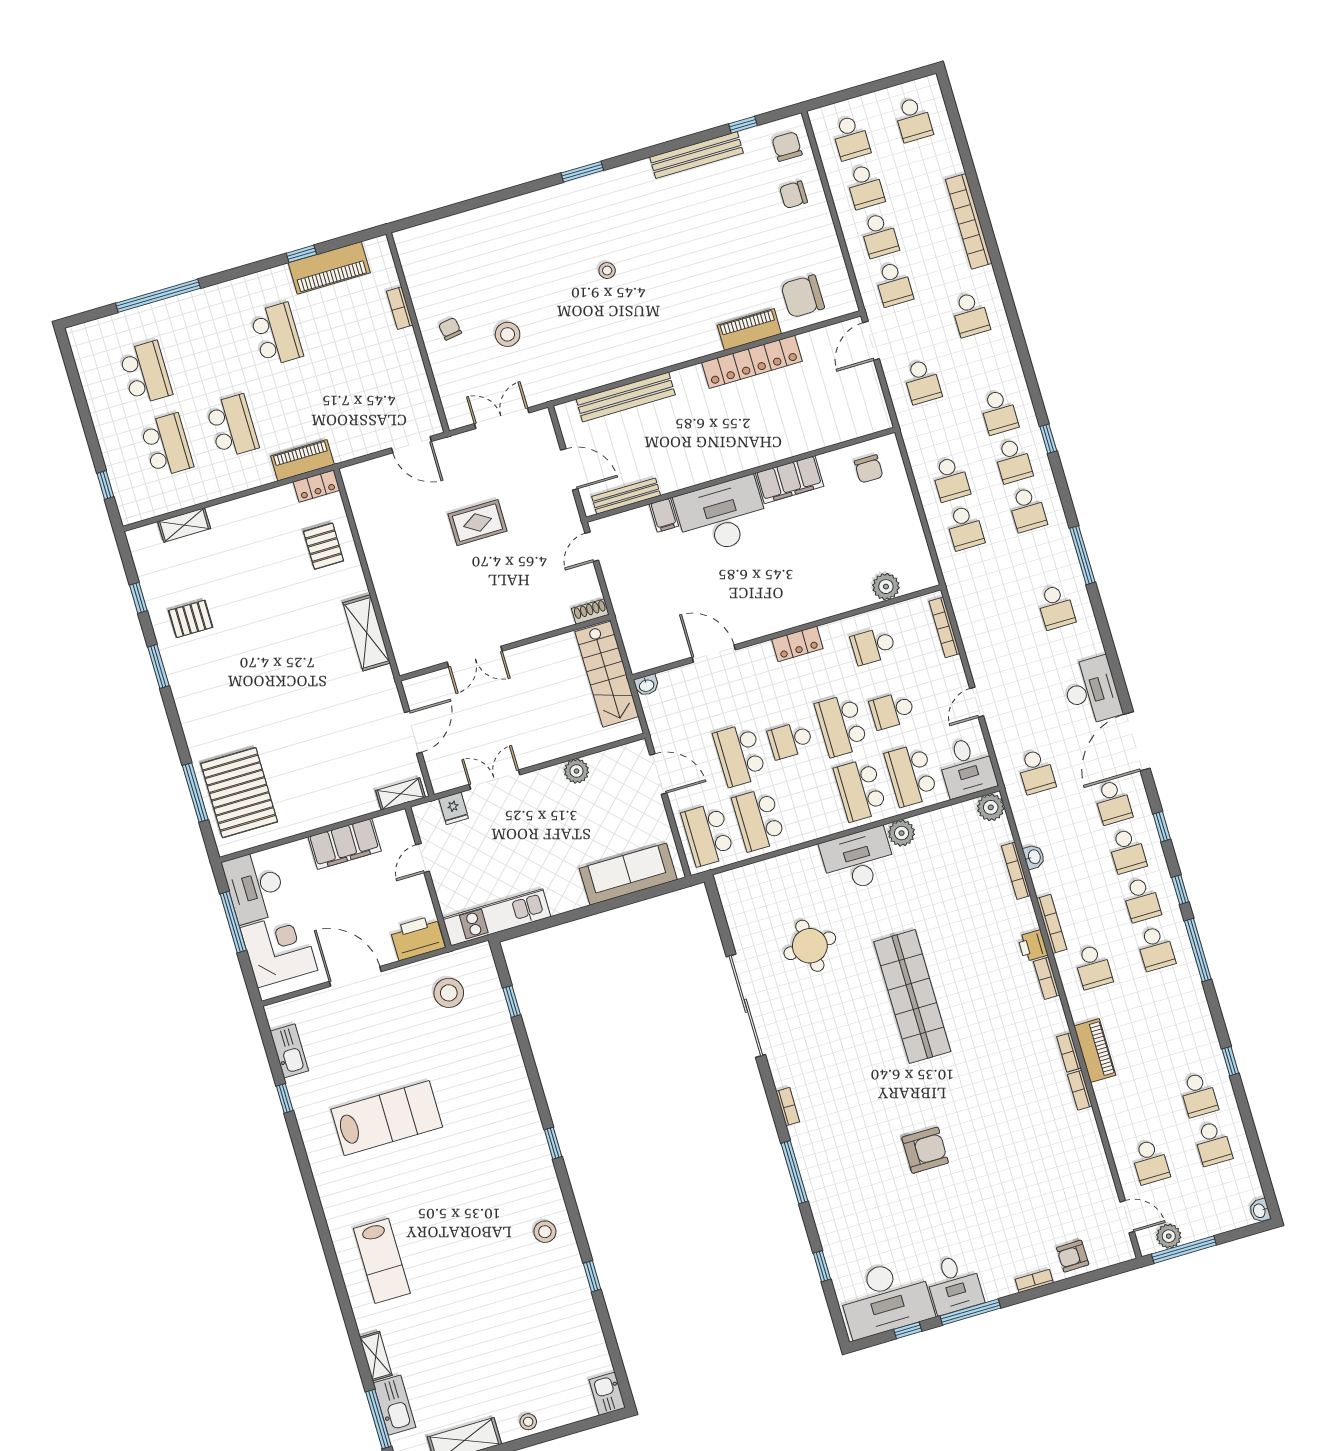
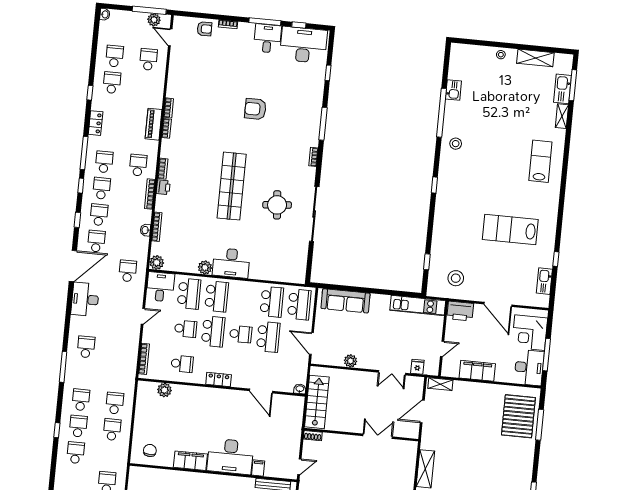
round table: (810, 946) -> (277, 205), moved
locker: (1199, 1011) -> (96, 123), added
window: (592, 1276) -> (442, 113), width x3.17
kitchen sink: (607, 1394) -> (453, 90), moved

